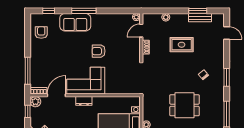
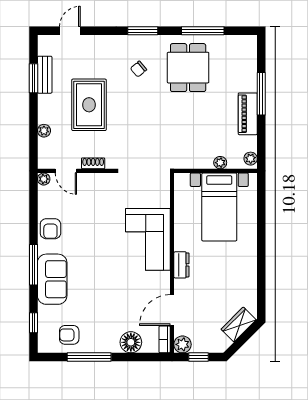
rug: (182, 45) -> (89, 105), width x1.36, depth x1.43
armchair: (99, 51) -> (50, 229), moved
floor lamp: (37, 70) -> (131, 342), added
window: (28, 71) -> (89, 357), moved
corner sofa: (86, 81) -> (148, 239), moved
door: (56, 95) -> (172, 310), hinge flipped
dining table: (184, 105) -> (188, 68), moved

